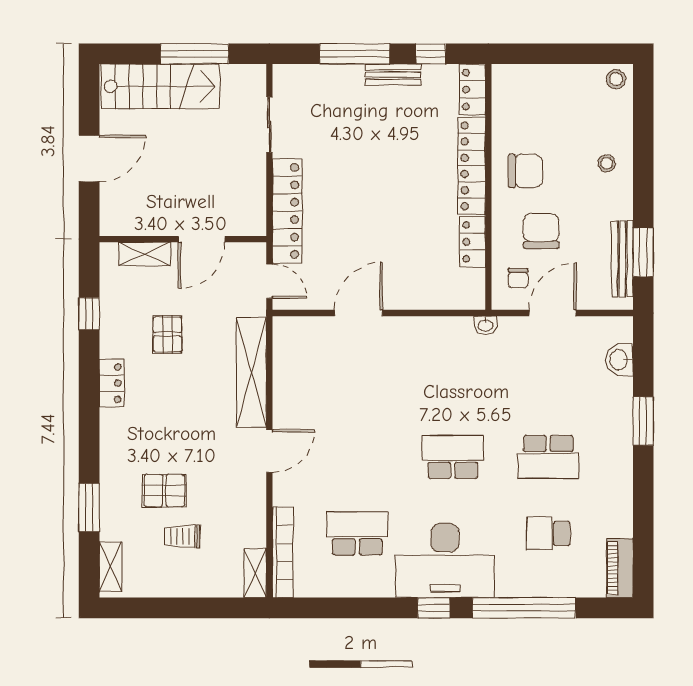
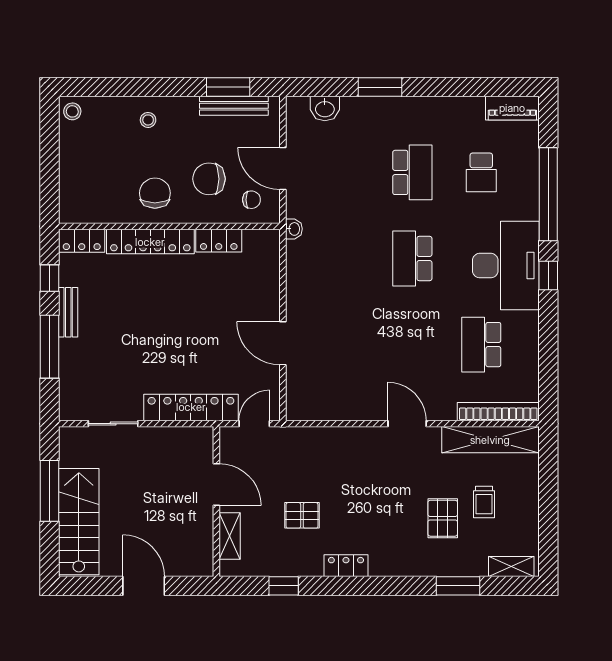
shelving: (251, 372) -> (336, 440), removed
shelving: (255, 573) -> (490, 440), width x2.20, depth x1.33

